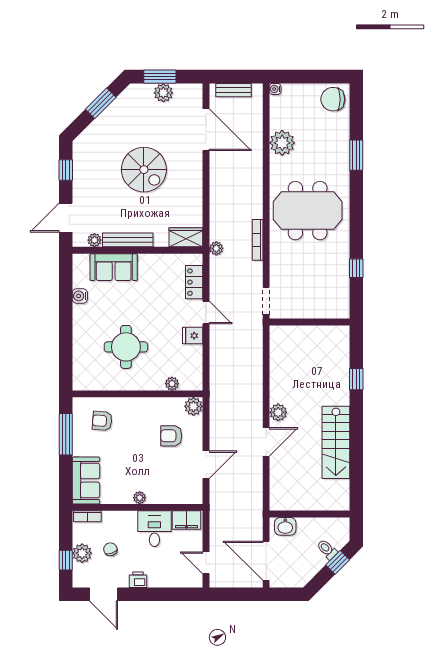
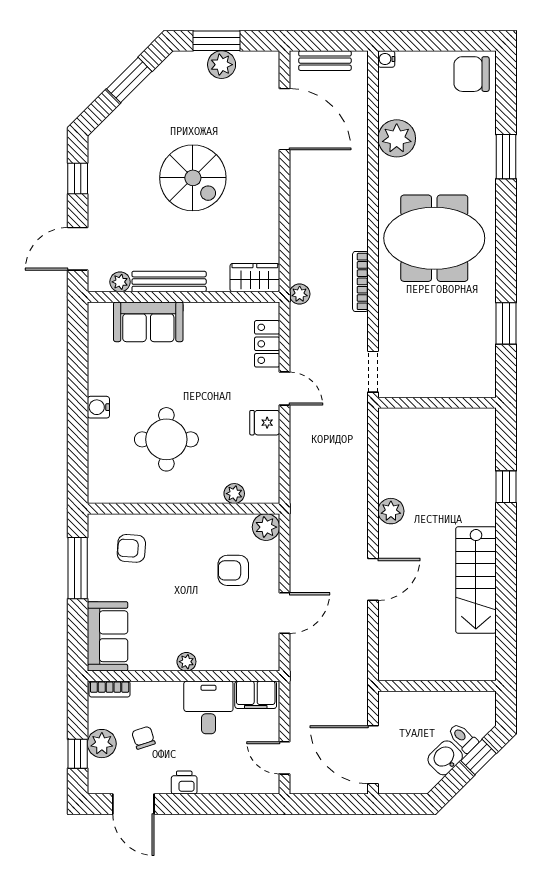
window: (356, 268) -> (506, 323), width x1.50
water cooler: (80, 296) -> (98, 407), moved
plant: (278, 412) -> (391, 511), moved
washbasin: (285, 526) -> (445, 758), moved, turned 135

